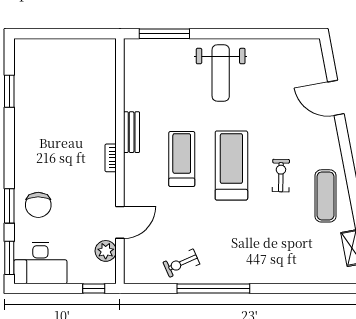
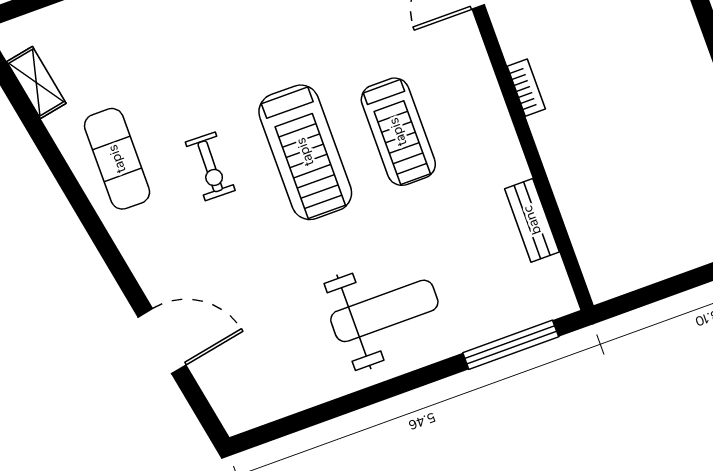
weight bench: (221, 73) -> (384, 311), turned 90
bench: (132, 132) -> (532, 220), moved

